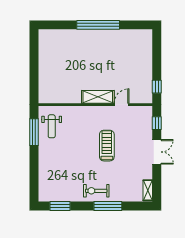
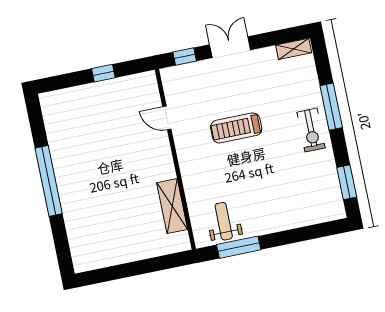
window: (157, 87) -> (103, 73), moved
shelving: (98, 97) -> (172, 206), moved
weight bench: (52, 126) -> (224, 221), turned -90

